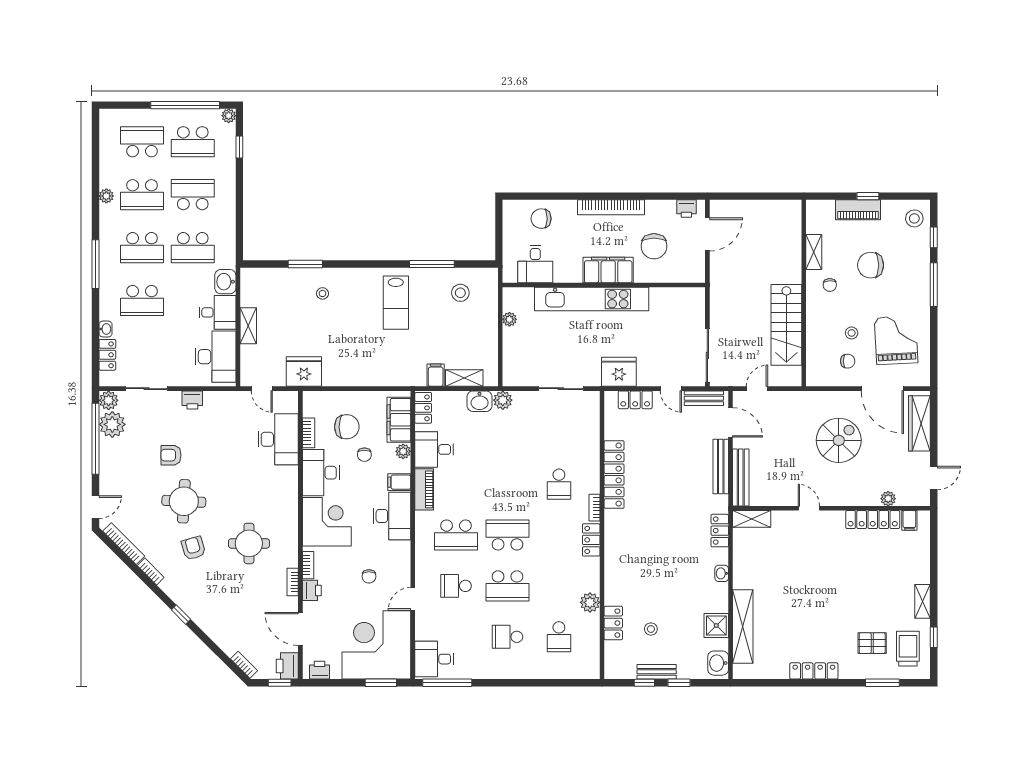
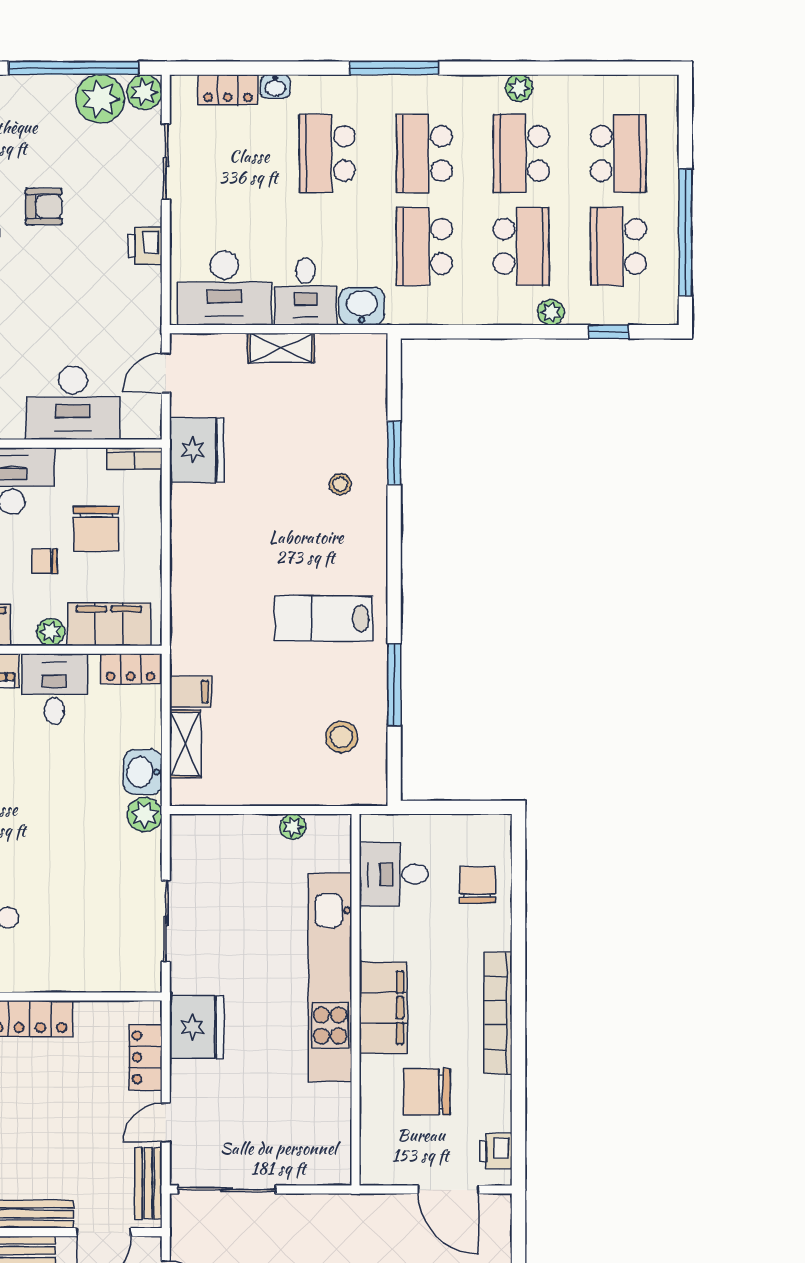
plant: (229, 116) -> (551, 312), moved
bookcase: (309, 433) -> (134, 459), moved
armchair: (171, 455) -> (44, 207), turned 90

